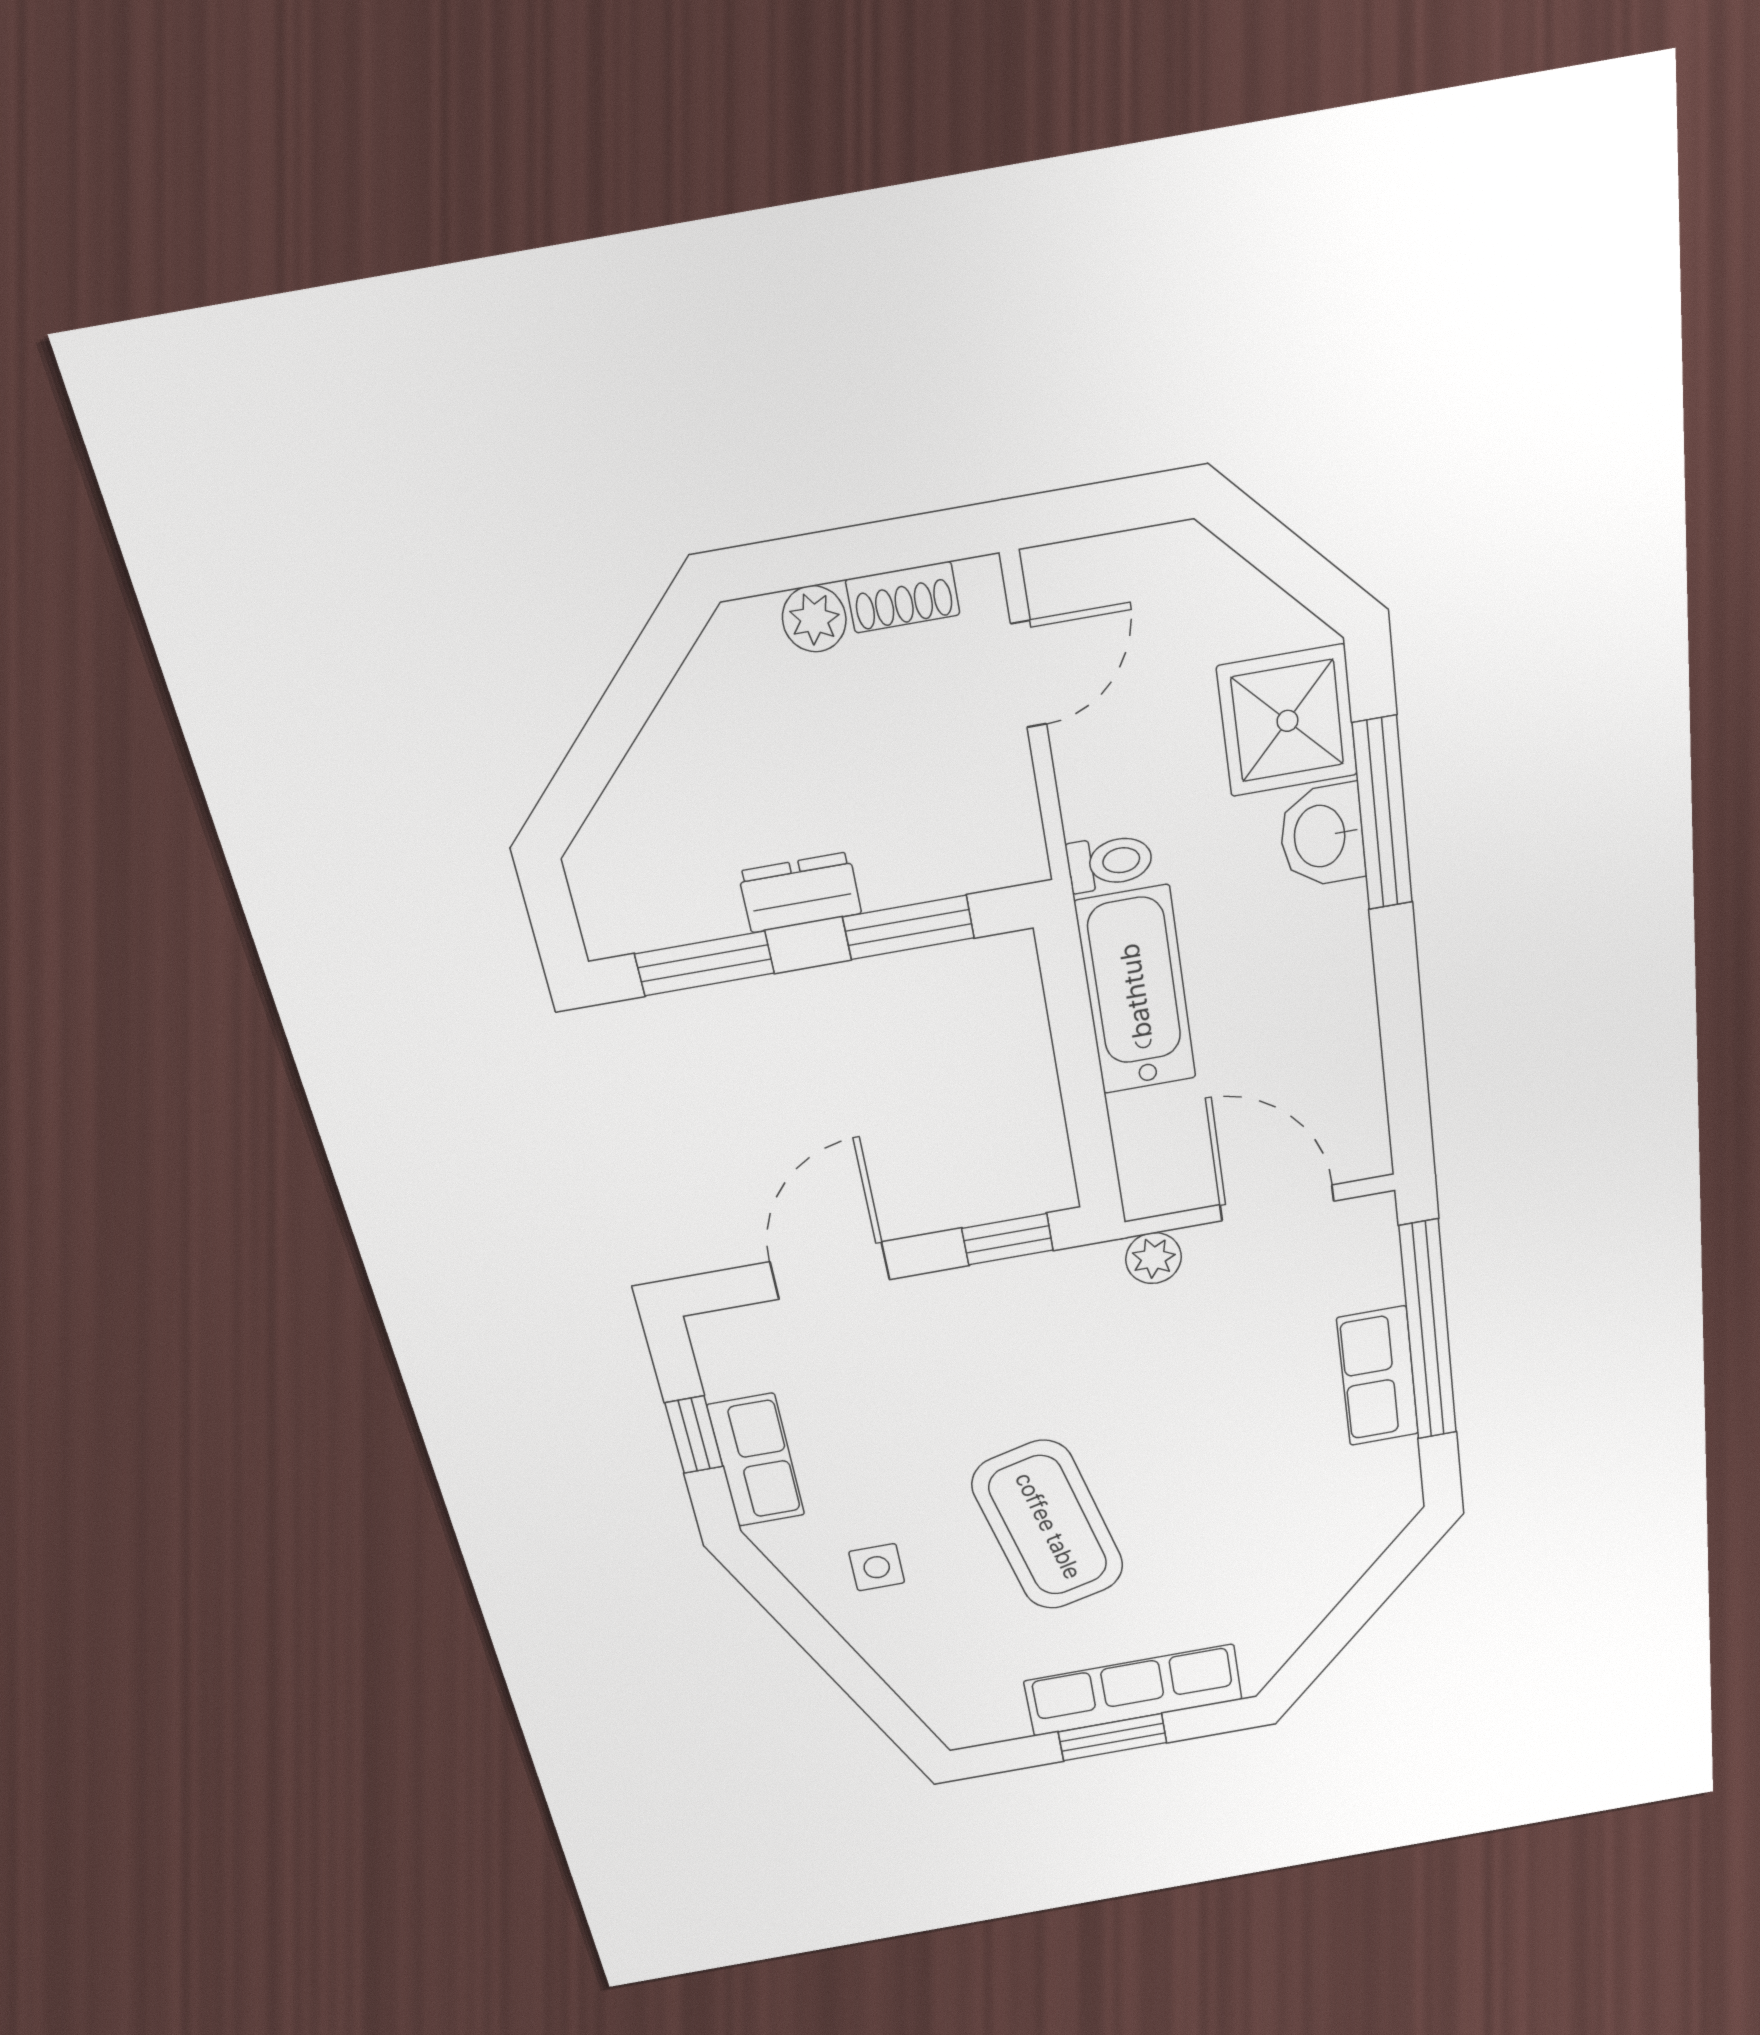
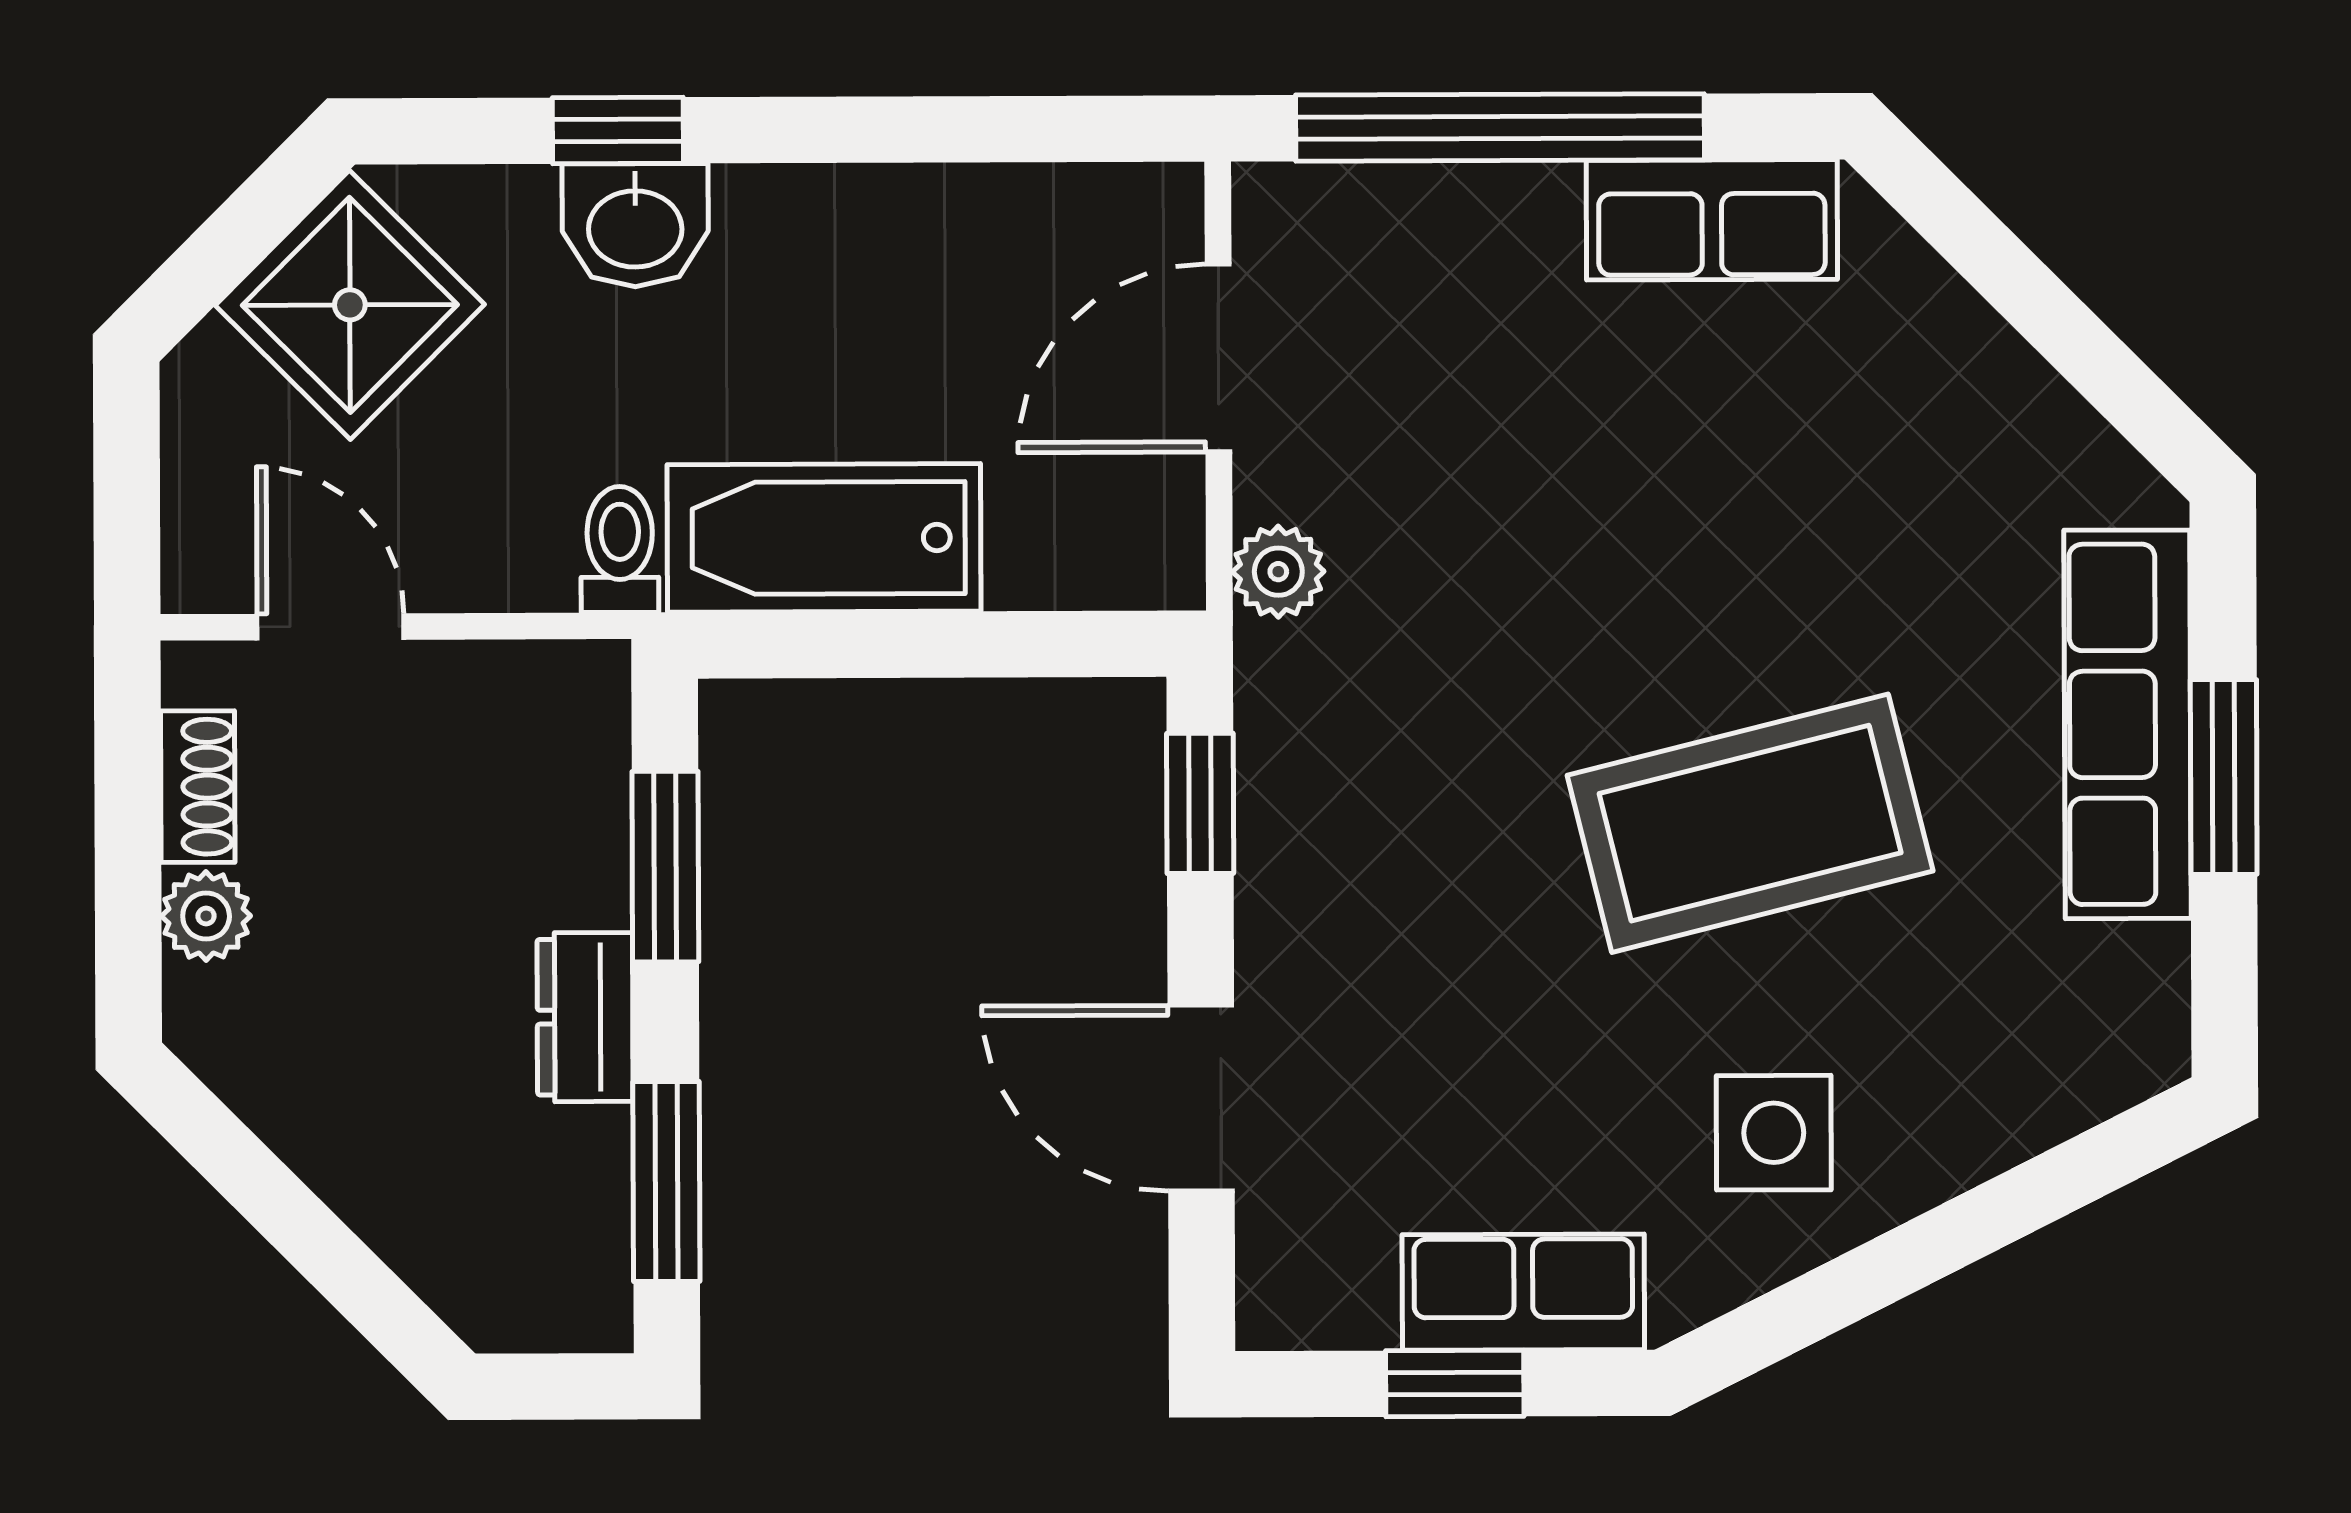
shower: (1287, 721) -> (350, 305), moved, turned 45
window: (1383, 814) -> (618, 131), width x0.46
row of seats: (1378, 1376) -> (1712, 220), moved
side table: (877, 1567) -> (1774, 1133), width x1.37, depth x1.37

